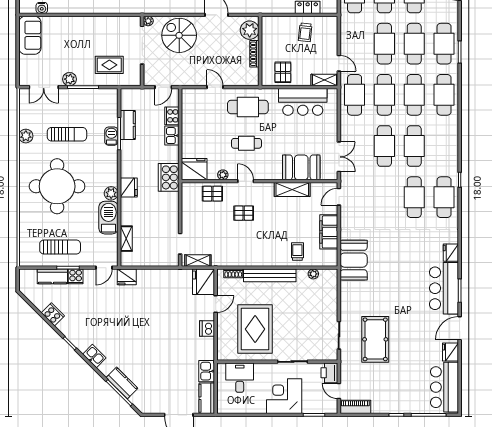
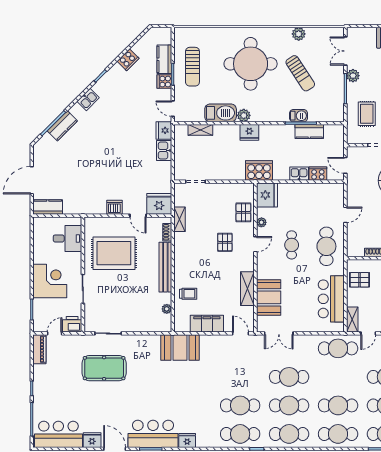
cafe table: (384, 95) -> (289, 434), moved
sun lounger: (67, 134) -> (300, 73), turned -33
shelving: (198, 260) -> (180, 219), moved
kitchen sink: (207, 371) -> (164, 151), moved, turned -90

